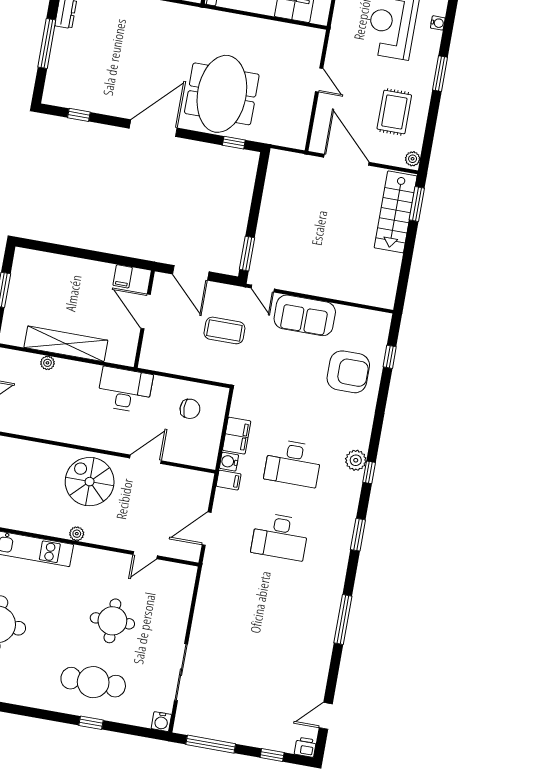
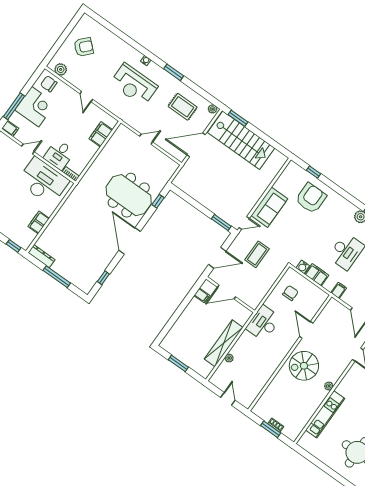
stairs: (396, 212) -> (241, 140), width x1.36, depth x1.51
water cooler: (229, 462) -> (303, 267), moved

